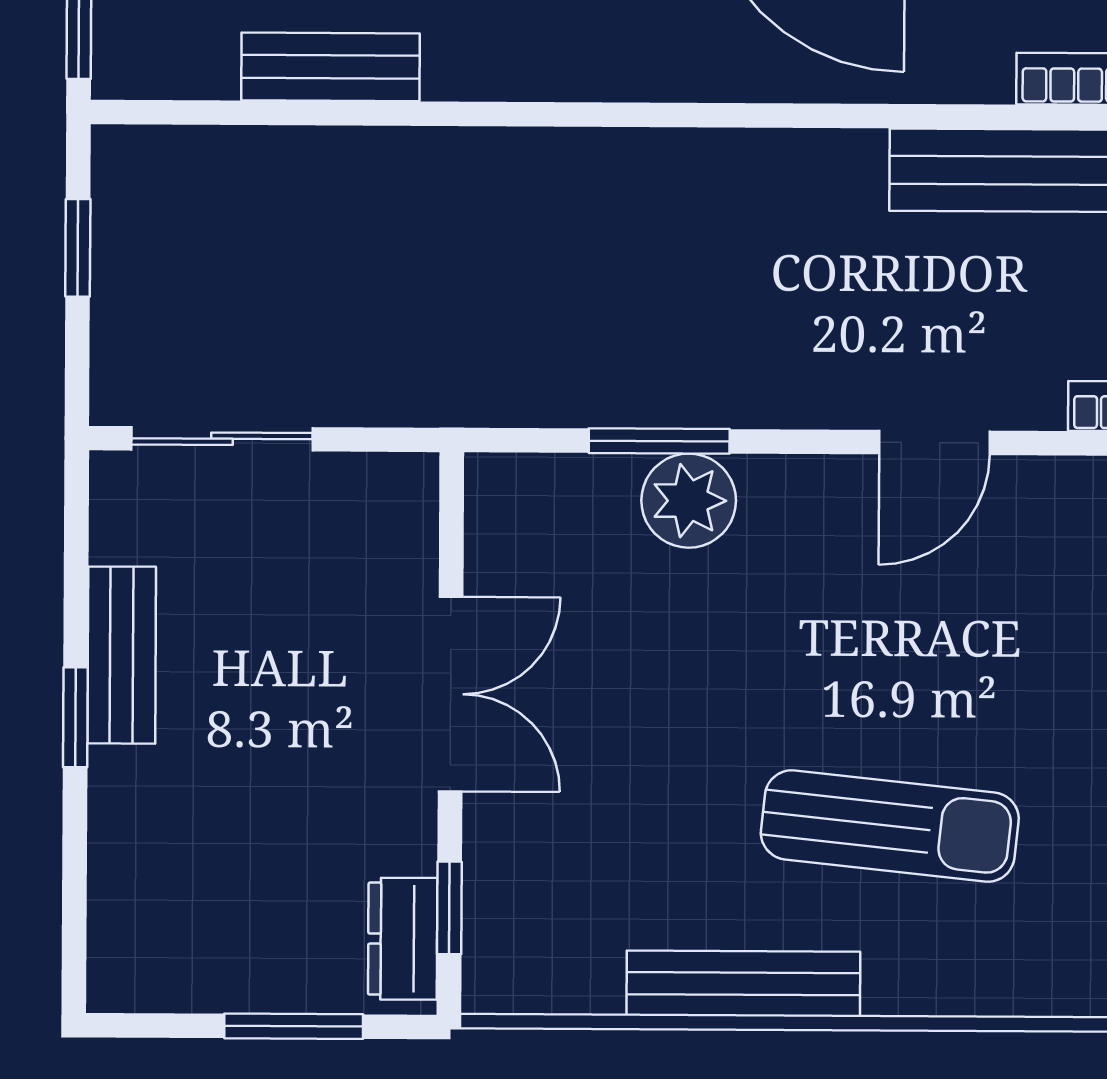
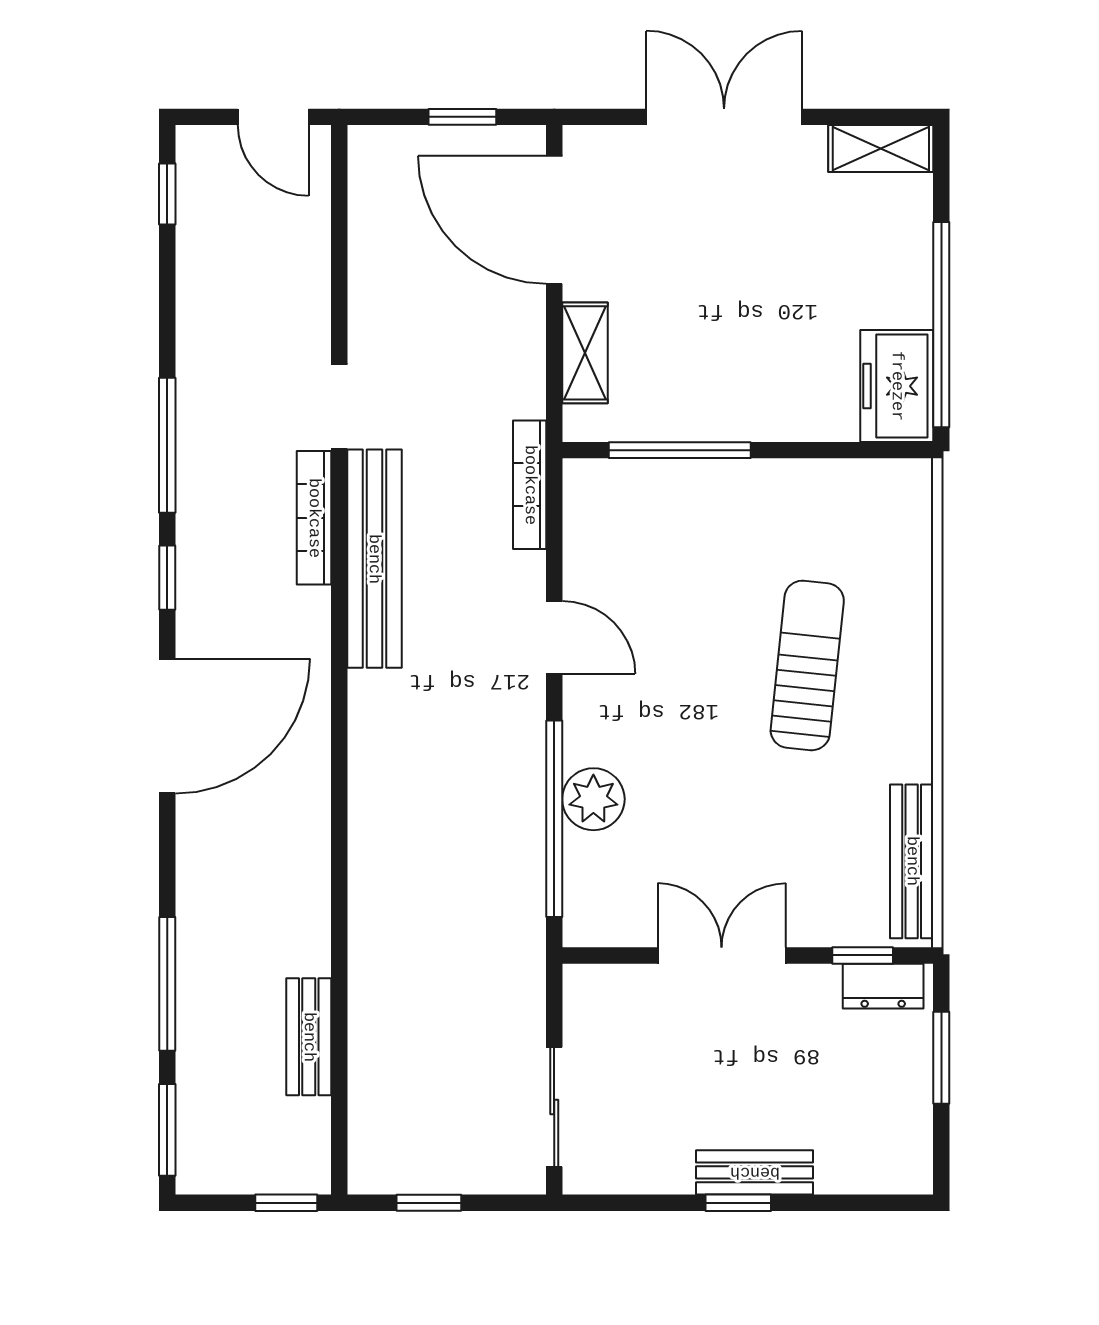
window: (659, 441) -> (554, 819), width x2.11
bench: (122, 655) -> (755, 1172), moved
bench: (743, 984) -> (912, 861), moved

